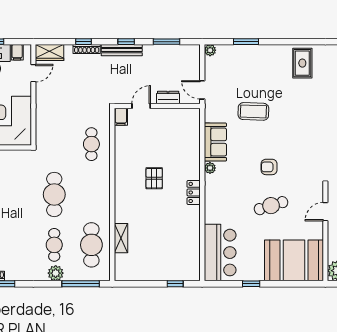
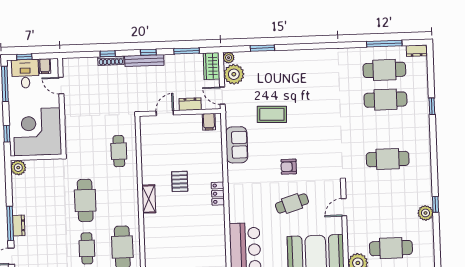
wardrobe: (50, 53) -> (212, 66), moved, turned 90
rug: (302, 63) -> (317, 67), removed
door: (33, 73) -> (61, 86), swing flipped
filing cabinet: (121, 117) -> (209, 122), moved
plant: (210, 168) -> (234, 74), moved, width x1.88, depth x1.88
shelving: (121, 238) -> (149, 199), moved

